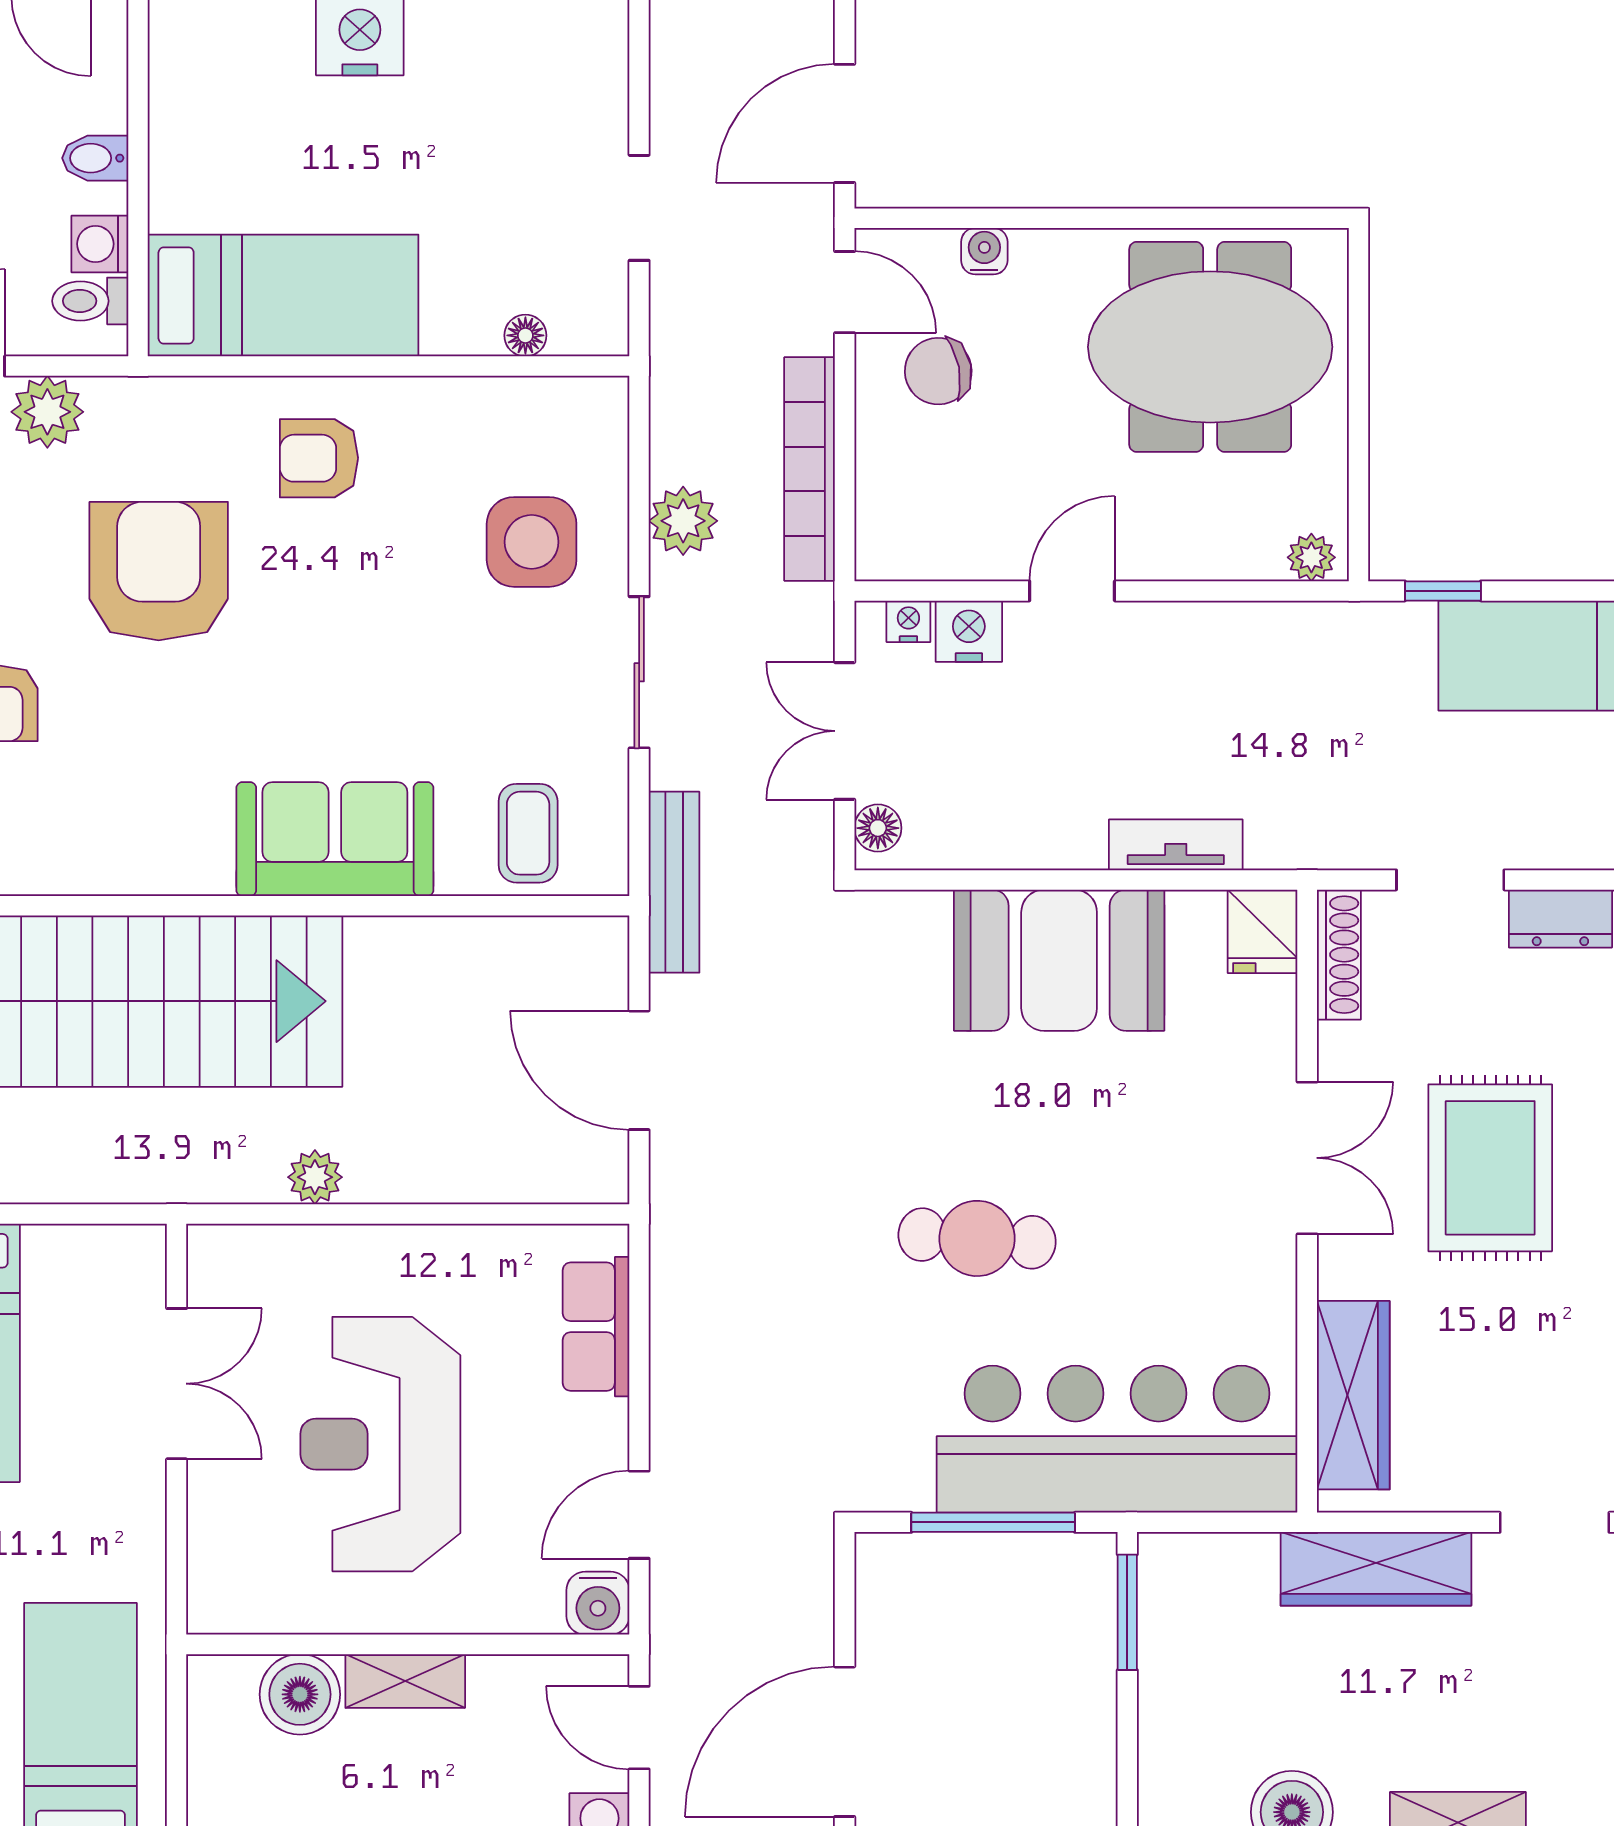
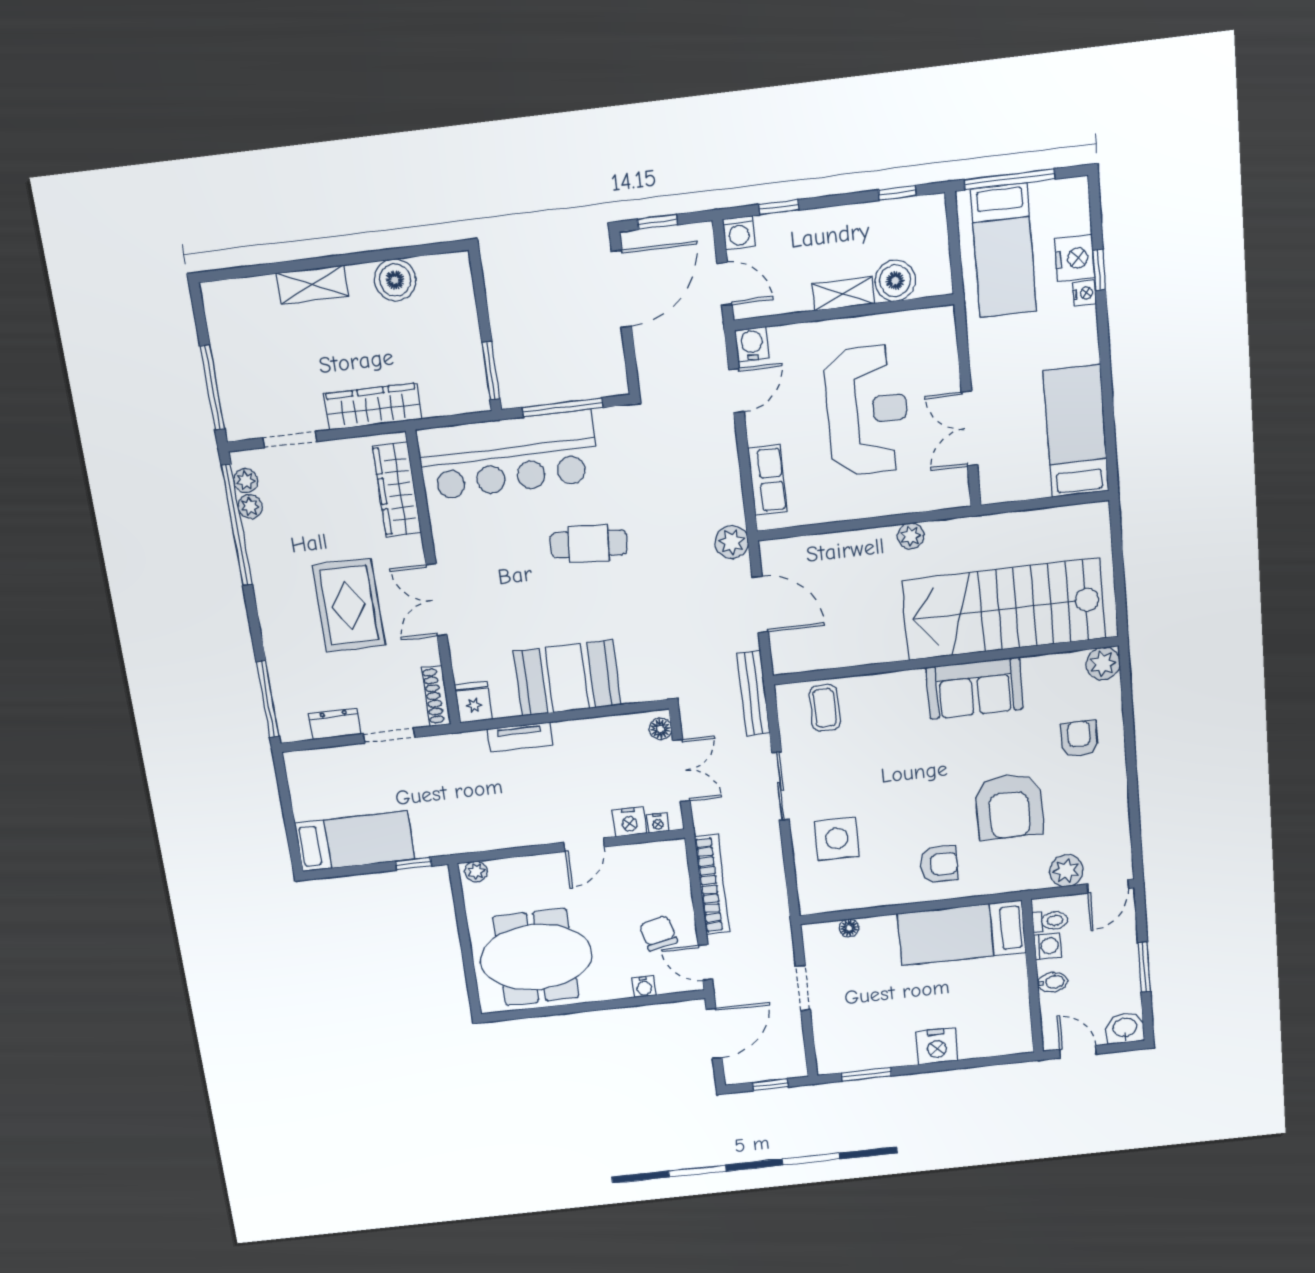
chair: (938, 371) -> (658, 933), turned -92
plant: (683, 521) -> (732, 542), moved
sofa: (335, 839) -> (975, 688), moved

